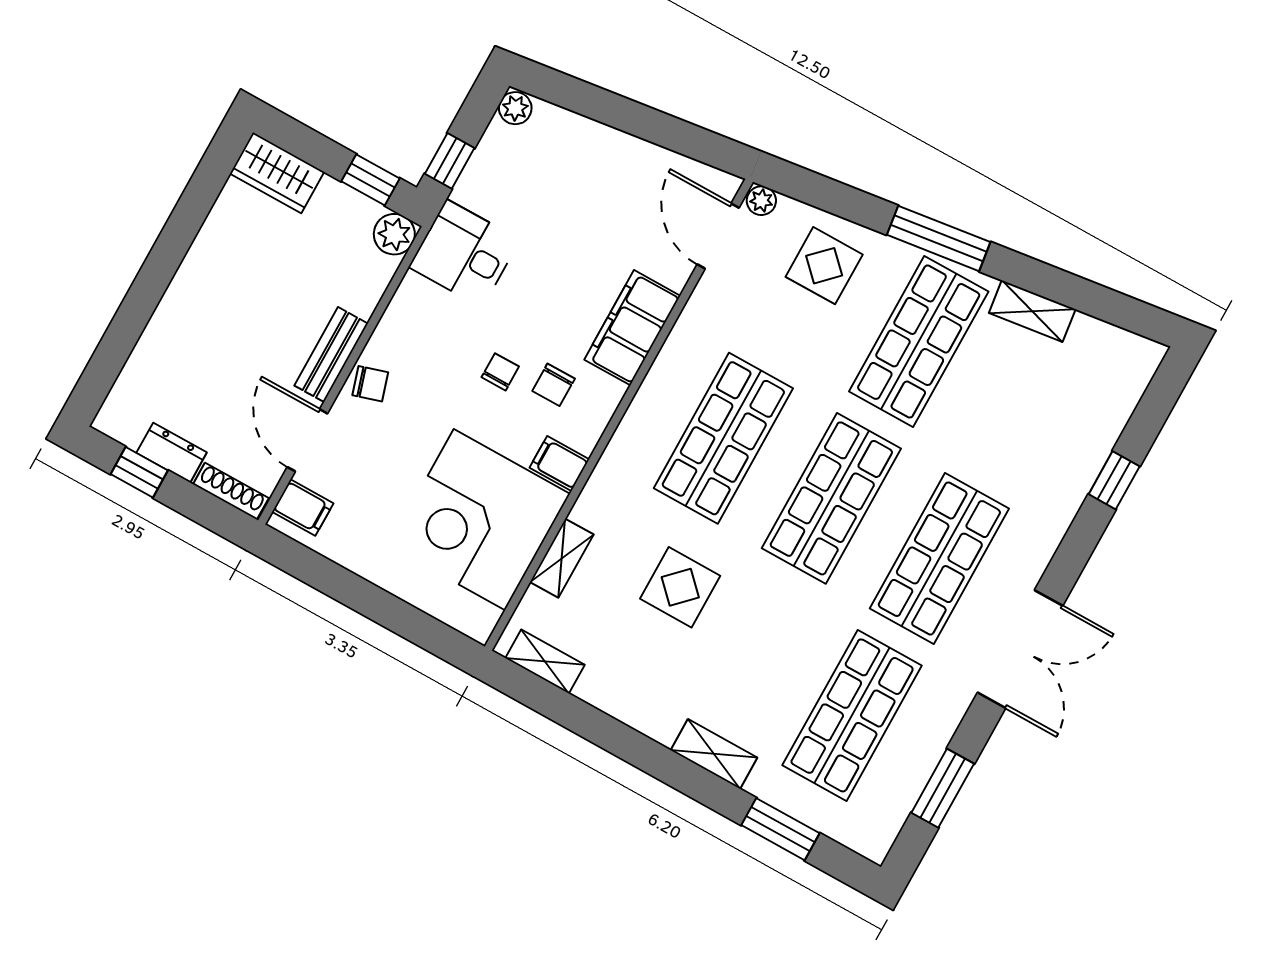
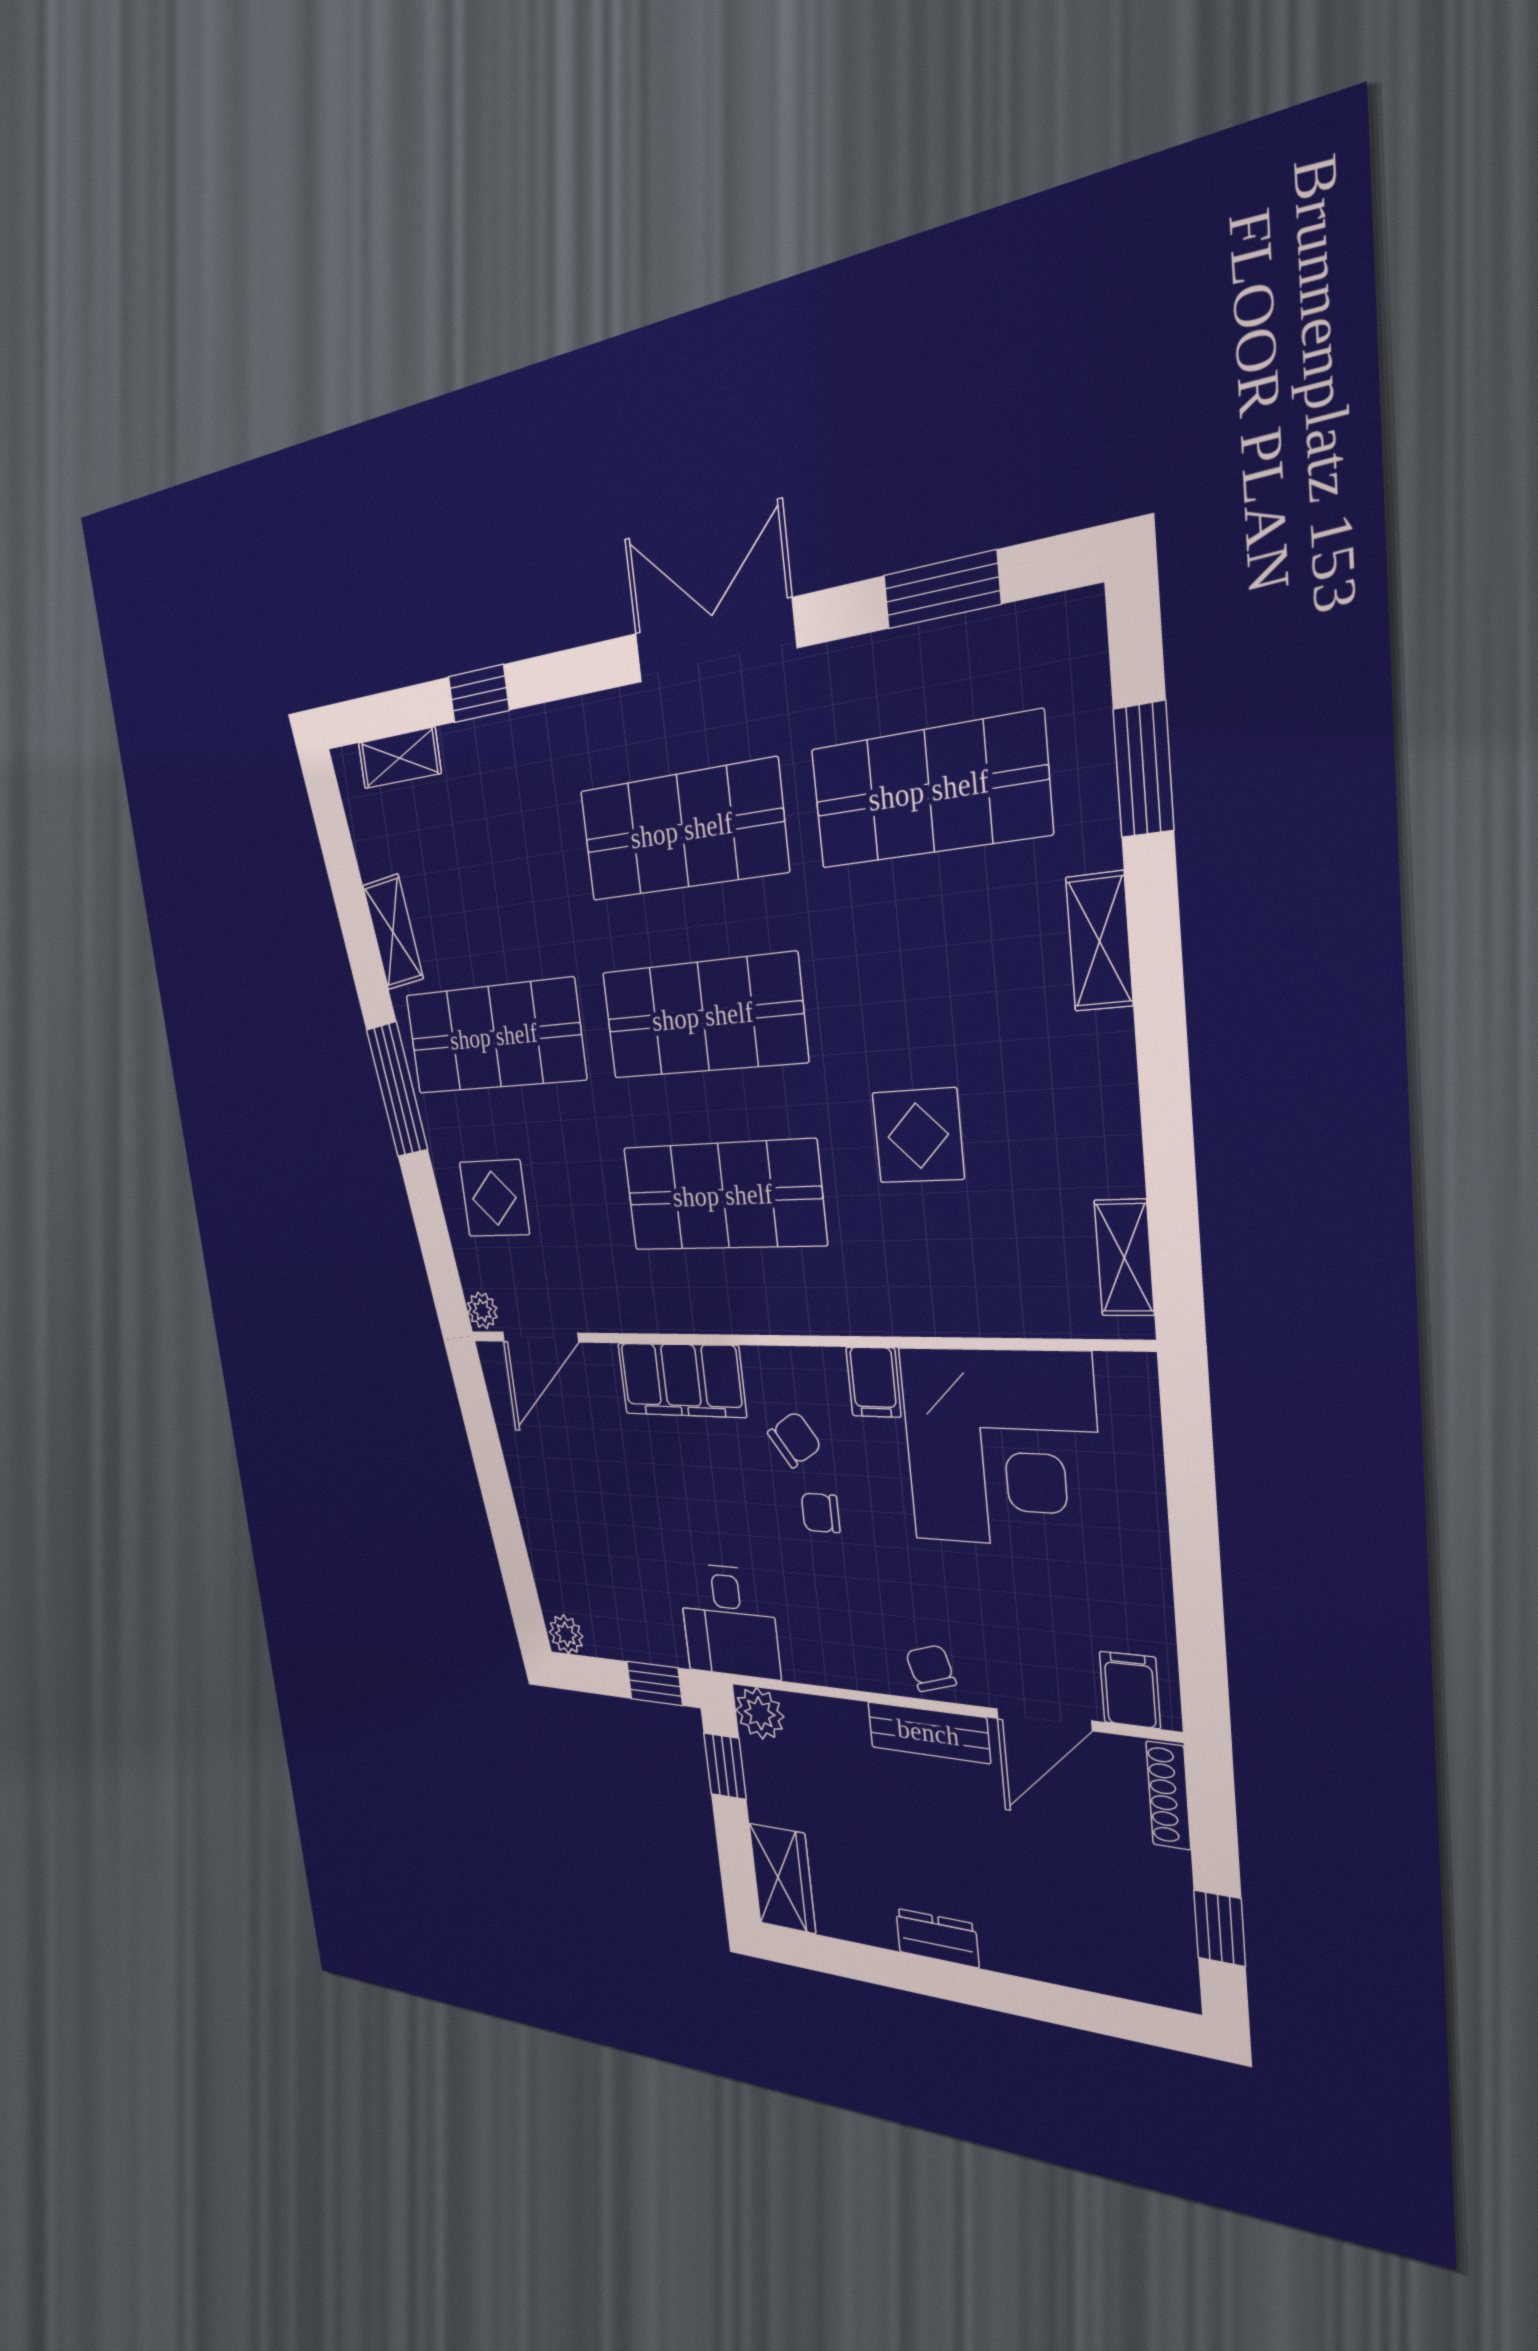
chair: (554, 385) -> (794, 1440), turned -34
dresser: (172, 453) -> (937, 1938), moved, turned 90
shelving: (562, 558) -> (400, 758), moved

